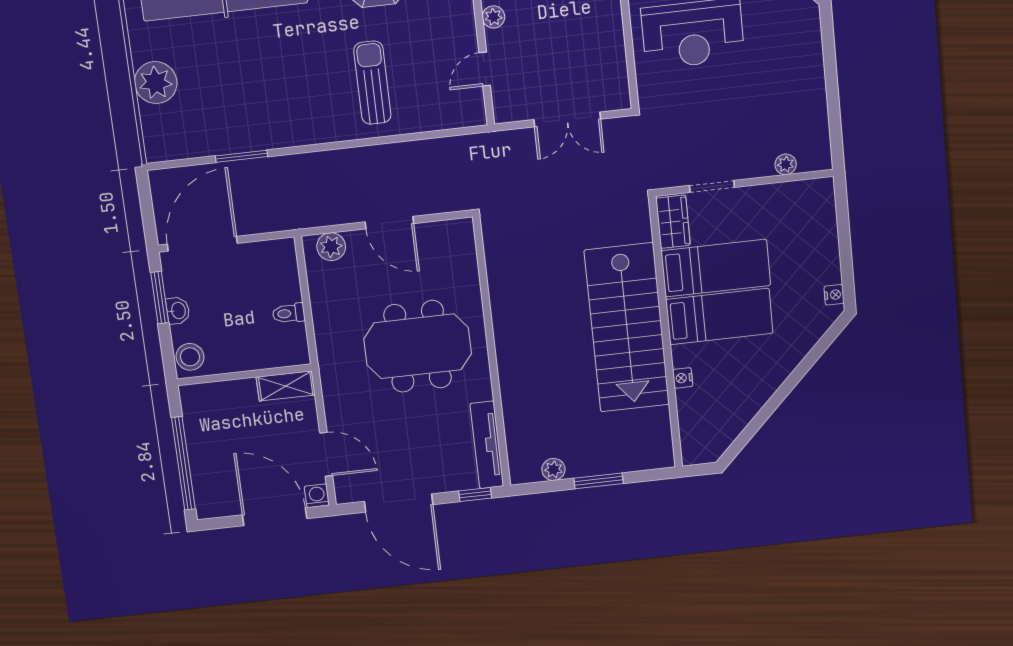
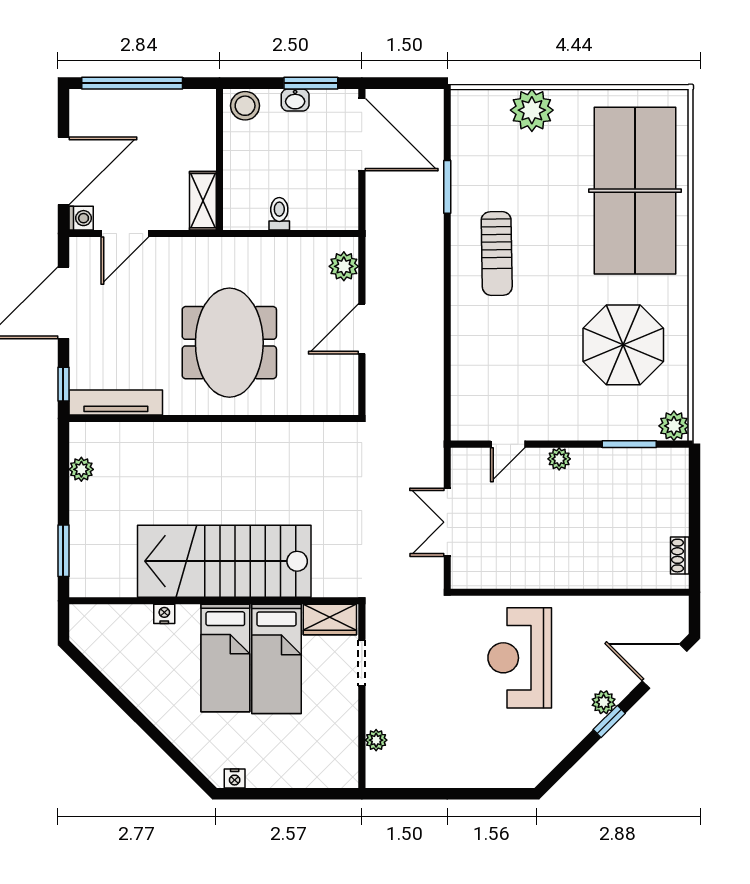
door: (485, 69) -> (508, 444), swing flipped
sun lounger: (372, 83) -> (497, 253), moved, turned 89
window: (599, 481) -> (63, 551), moved

